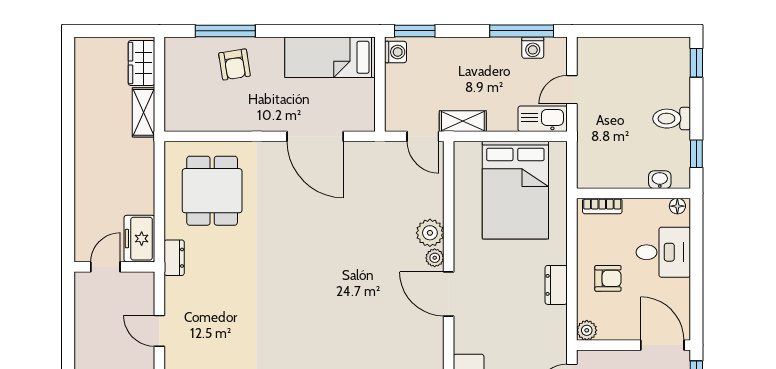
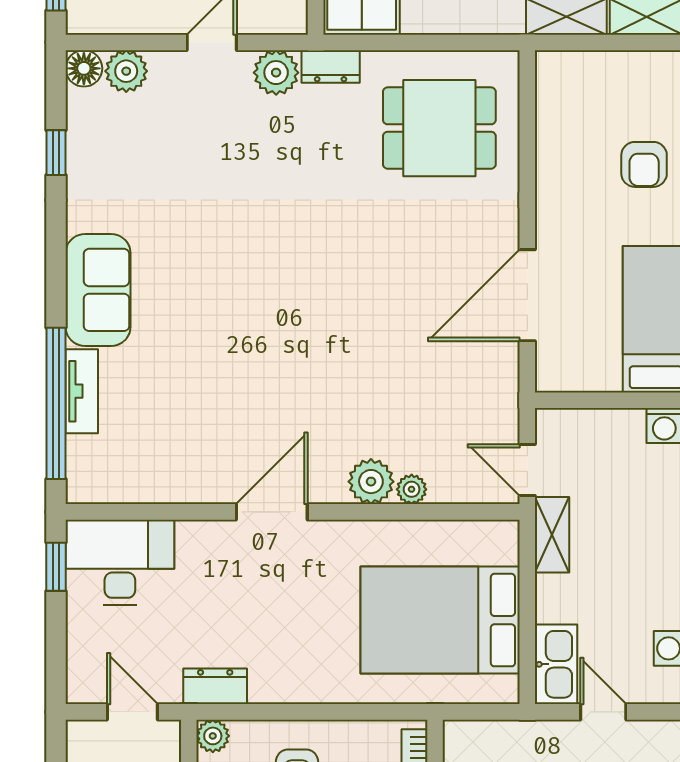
armchair: (235, 64) -> (644, 164), turned -81
door: (423, 136) -> (527, 470), hinge flipped
plant: (435, 258) -> (412, 489), moved
dresser: (556, 285) -> (215, 686), moved
plant: (178, 291) -> (276, 73), added

